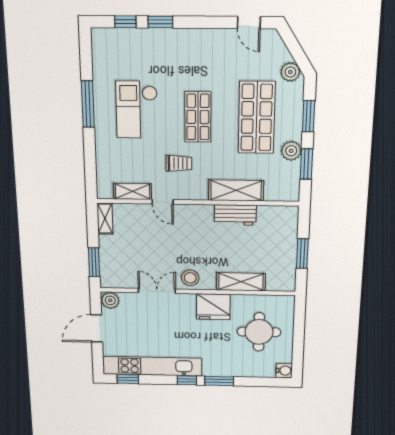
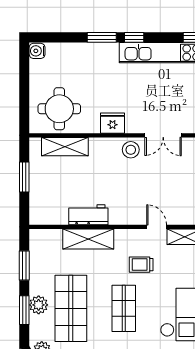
plant: (291, 151) -> (39, 305), moved
shelving: (241, 282) -> (65, 147), moved
fridge: (213, 307) -> (113, 123), width x0.73, depth x0.75
round table: (259, 332) -> (59, 109), moved

